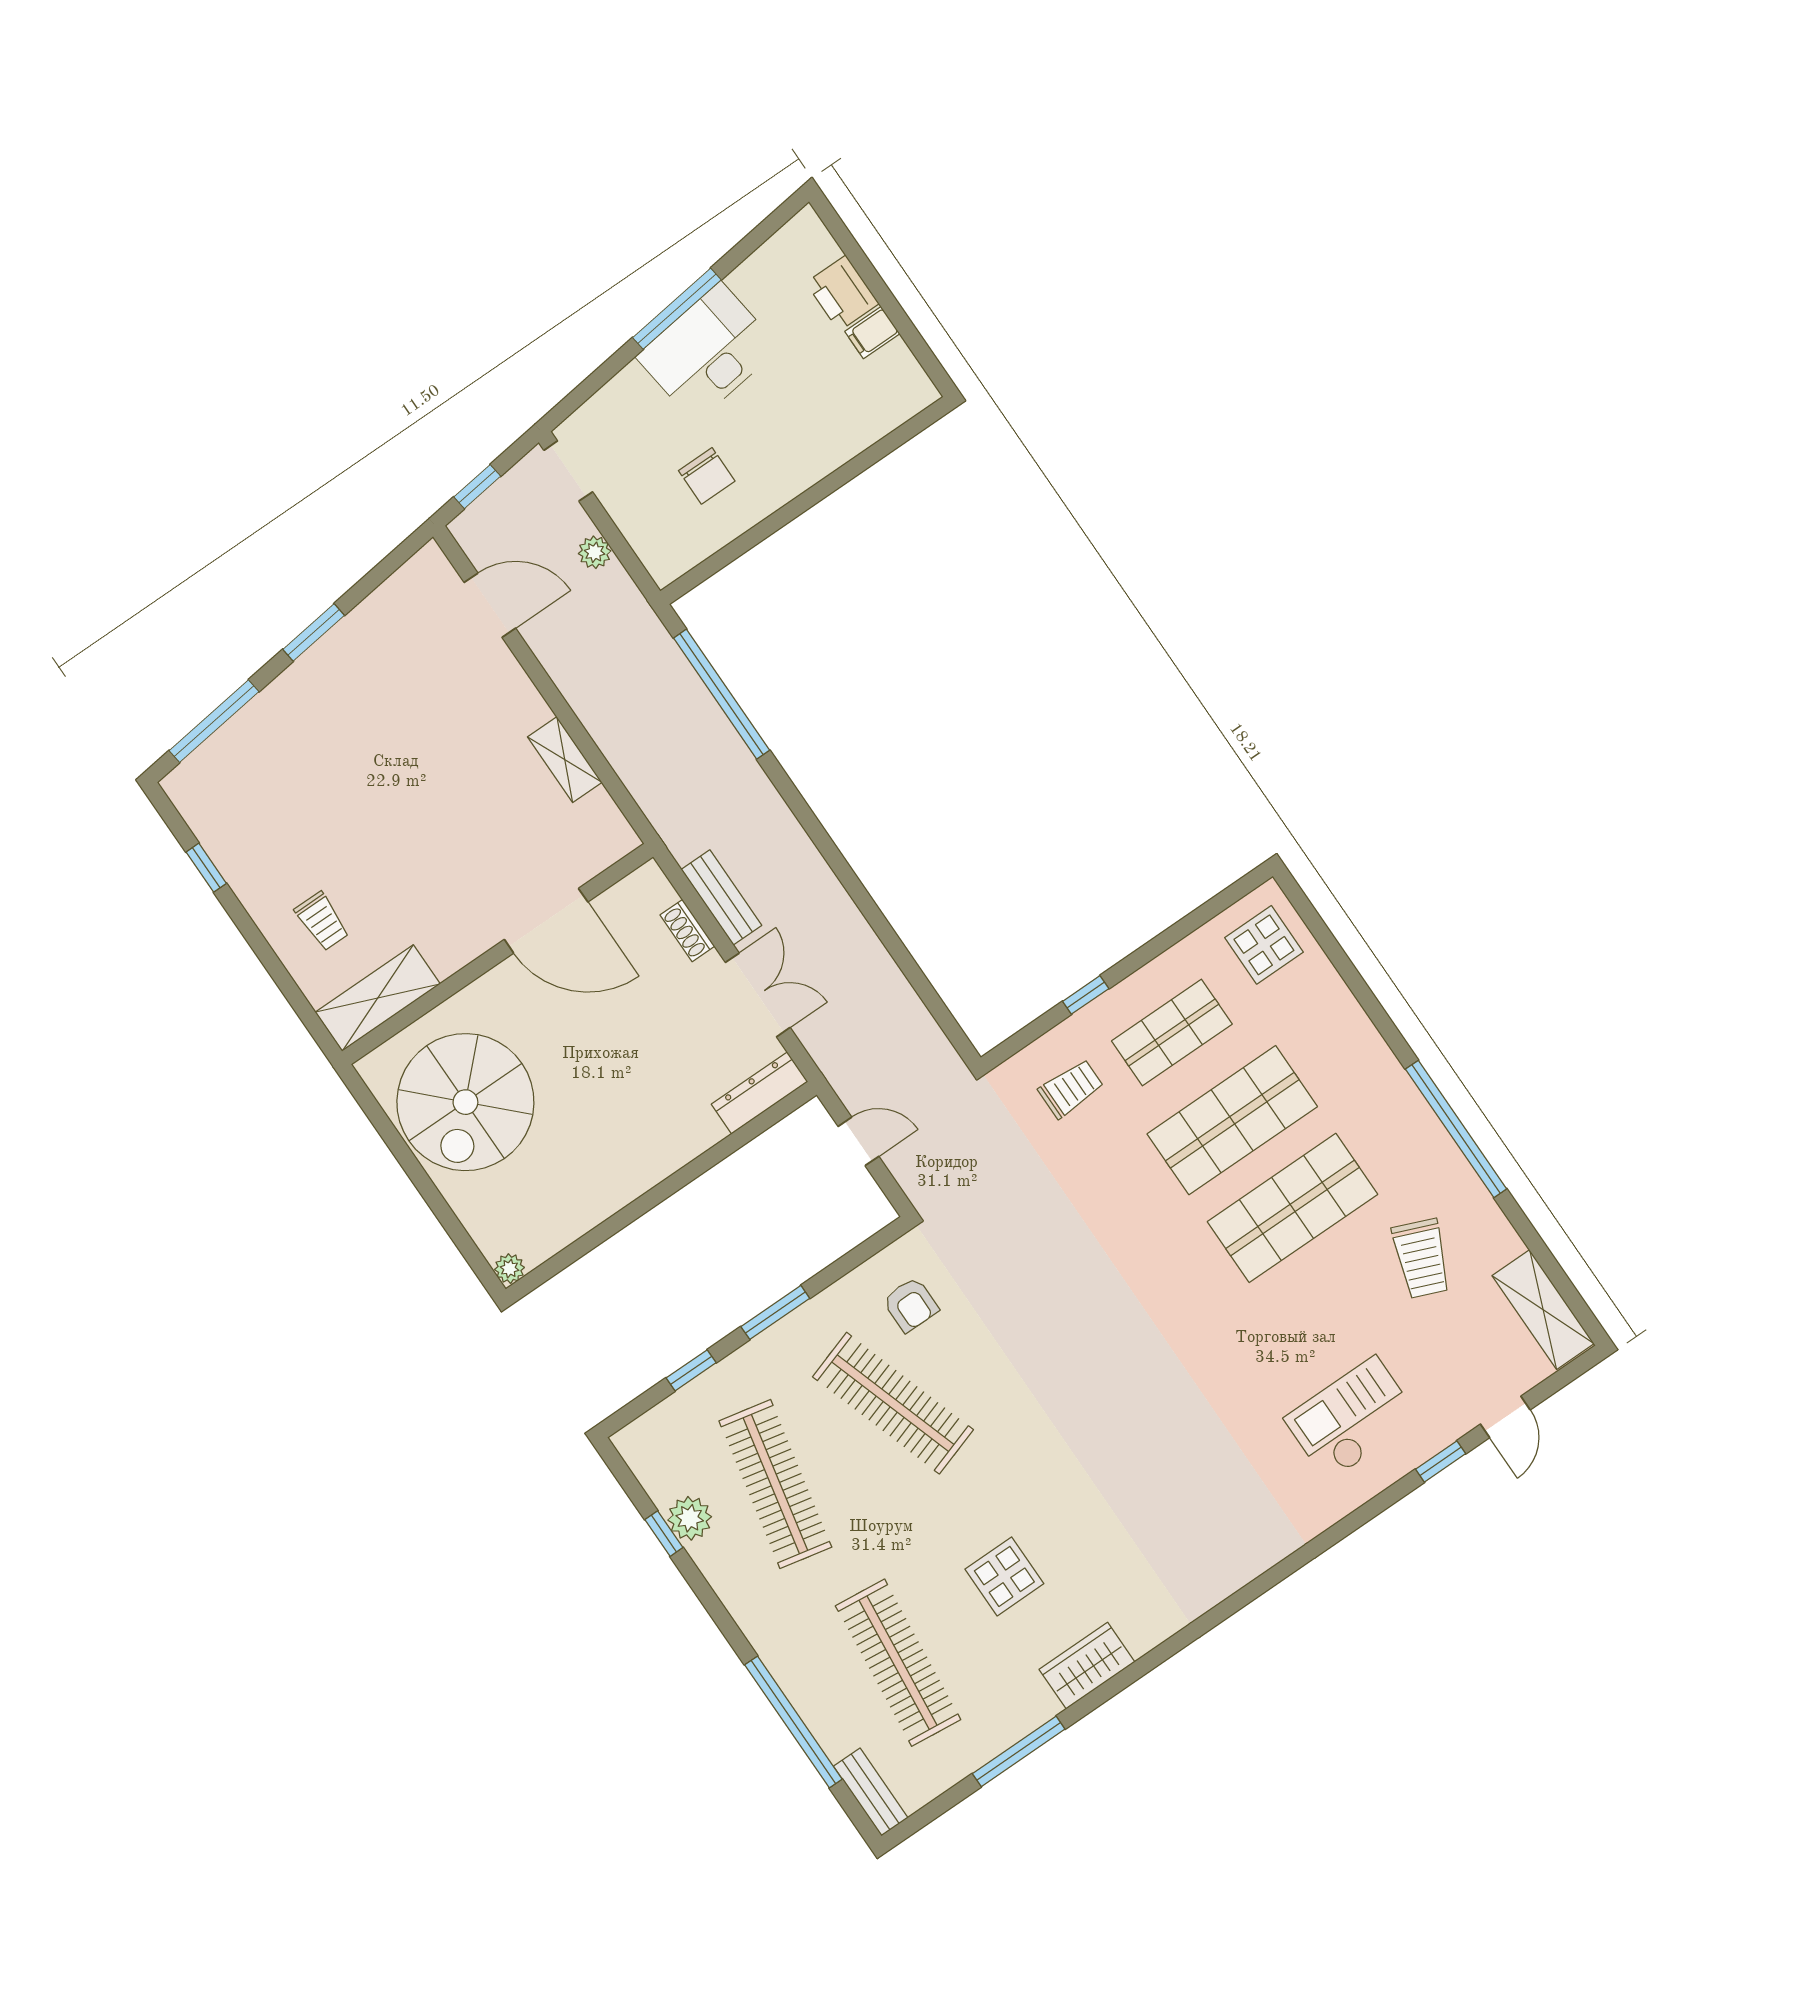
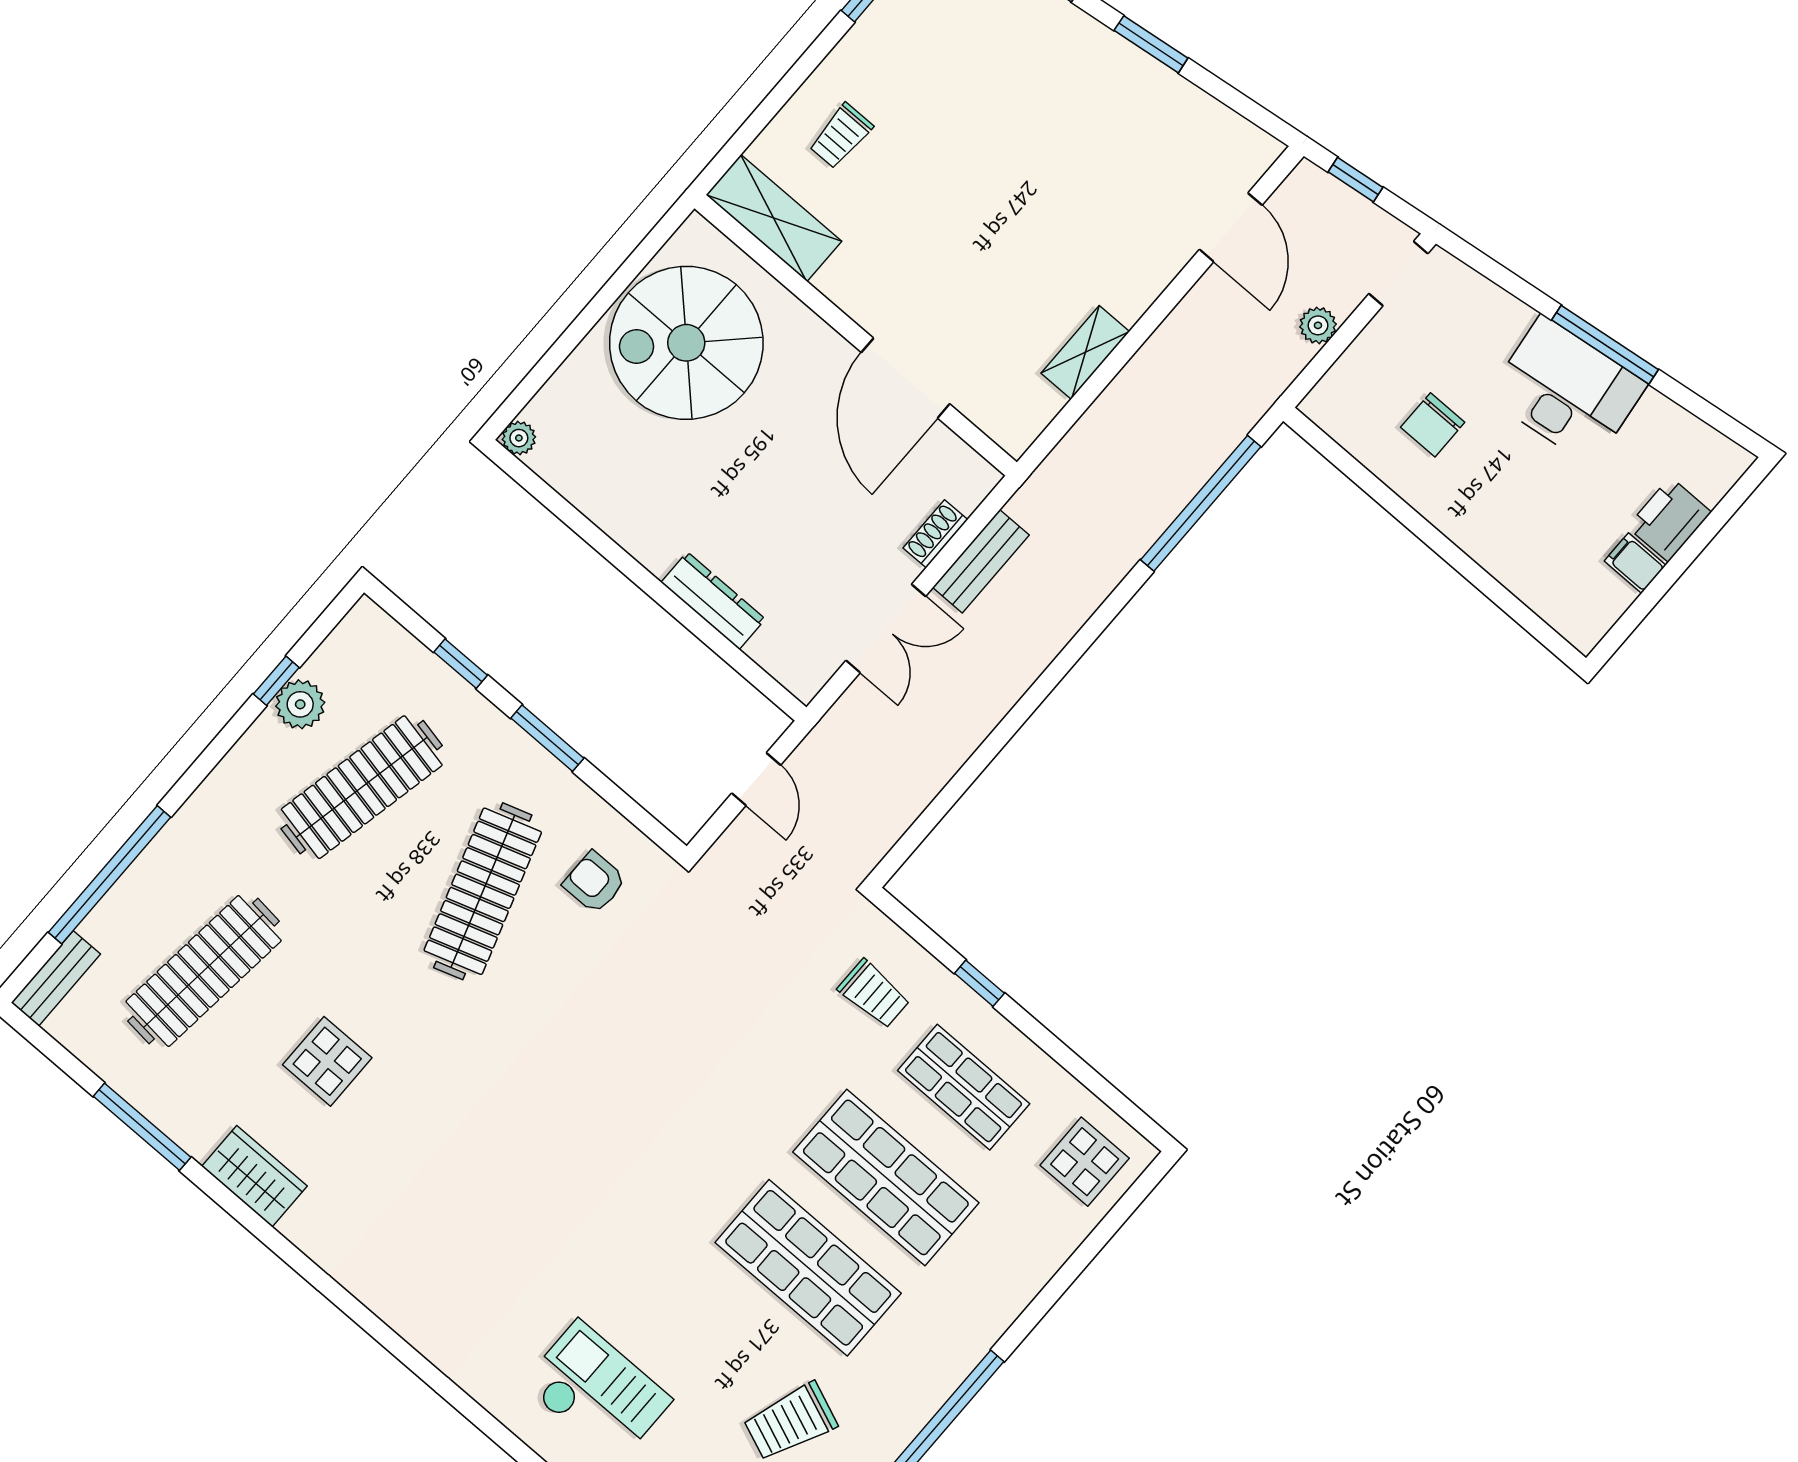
dresser: (760, 1093) -> (713, 601), moved
armchair: (911, 1305) -> (594, 882), turned 90

